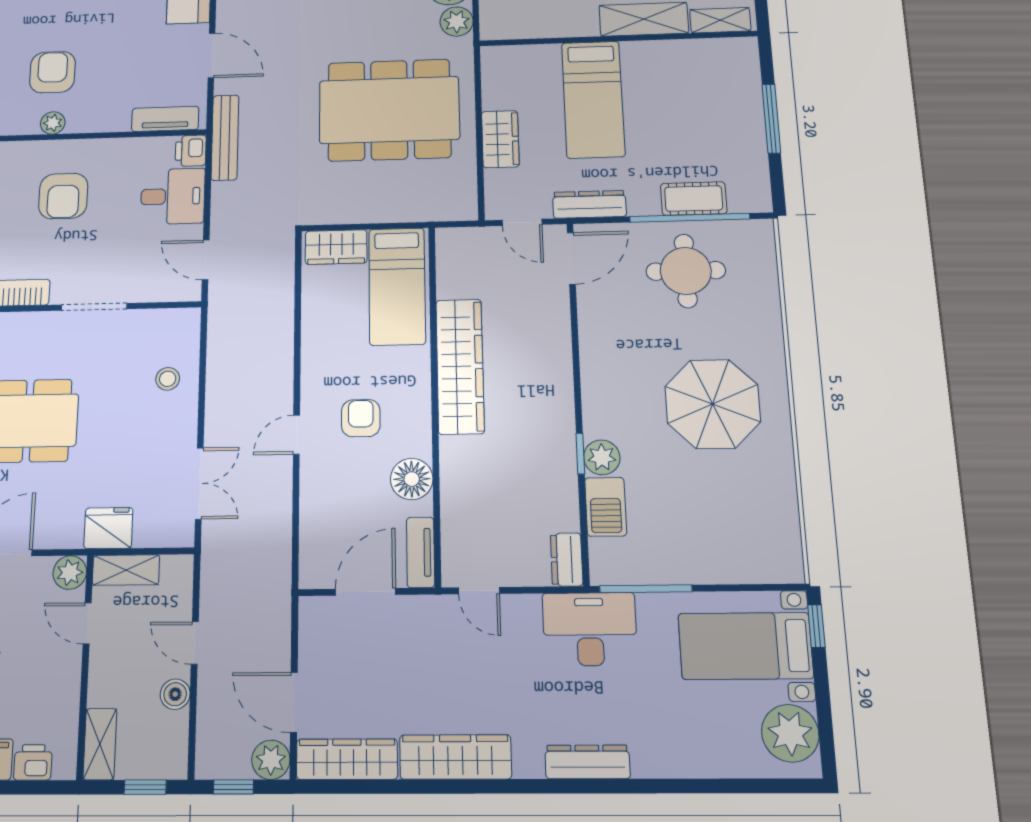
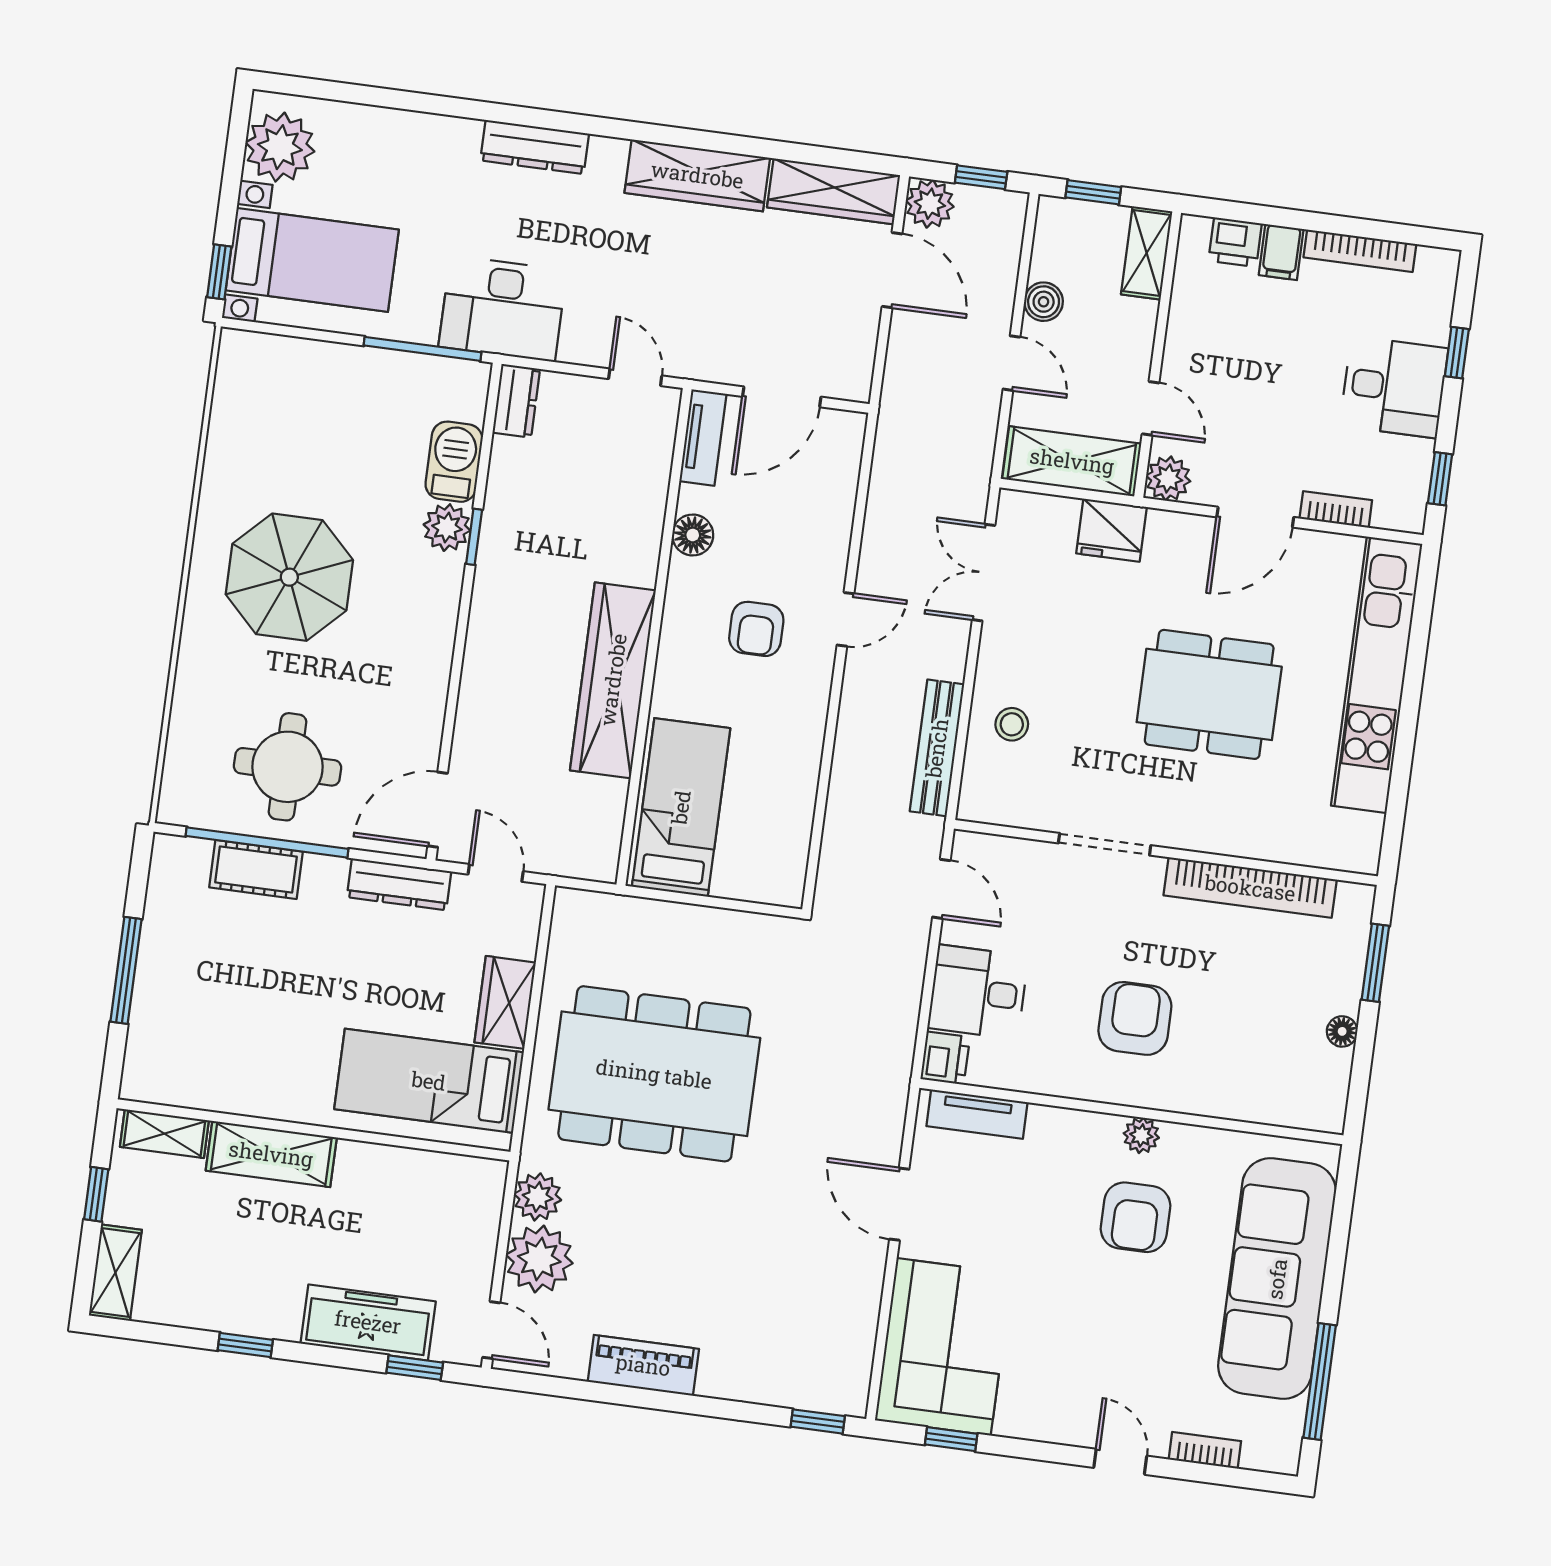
bed: (593, 99) -> (429, 1081), moved, turned -90
bench: (225, 138) -> (937, 748), moved
wardrobe: (336, 247) -> (757, 878), removed
floor lamp: (412, 479) -> (693, 535), width x0.73, depth x0.73
shelving: (126, 570) -> (1072, 461), width x1.50, depth x1.33

